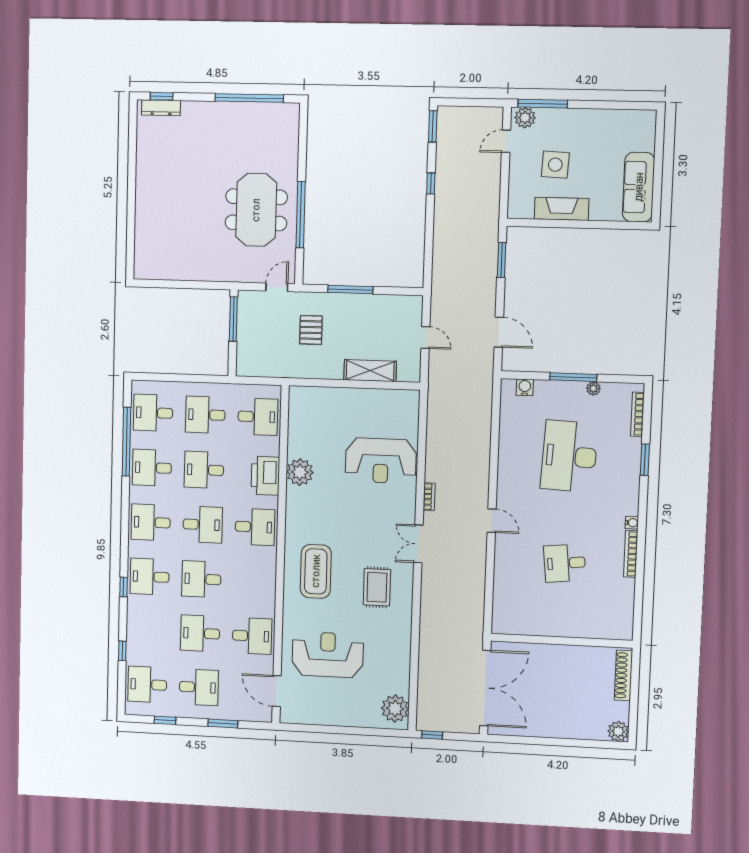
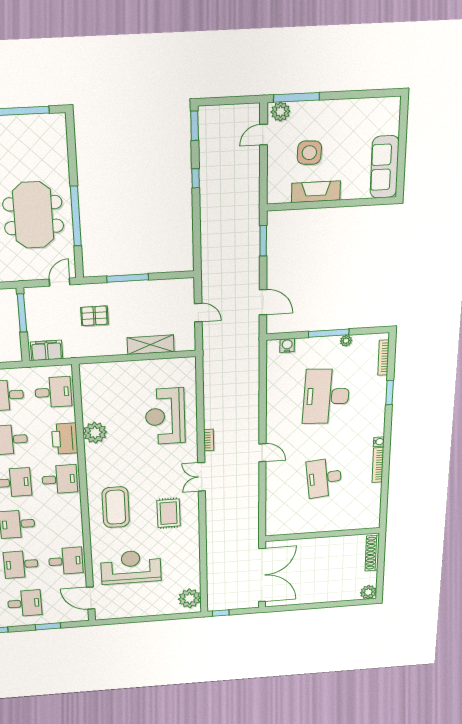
pallet: (311, 330) -> (94, 316), turned 90
filing cabinet: (255, 366) -> (47, 350), added
reception desk: (381, 461) -> (165, 416), turned 90
desk: (565, 563) -> (324, 478), width x1.37

